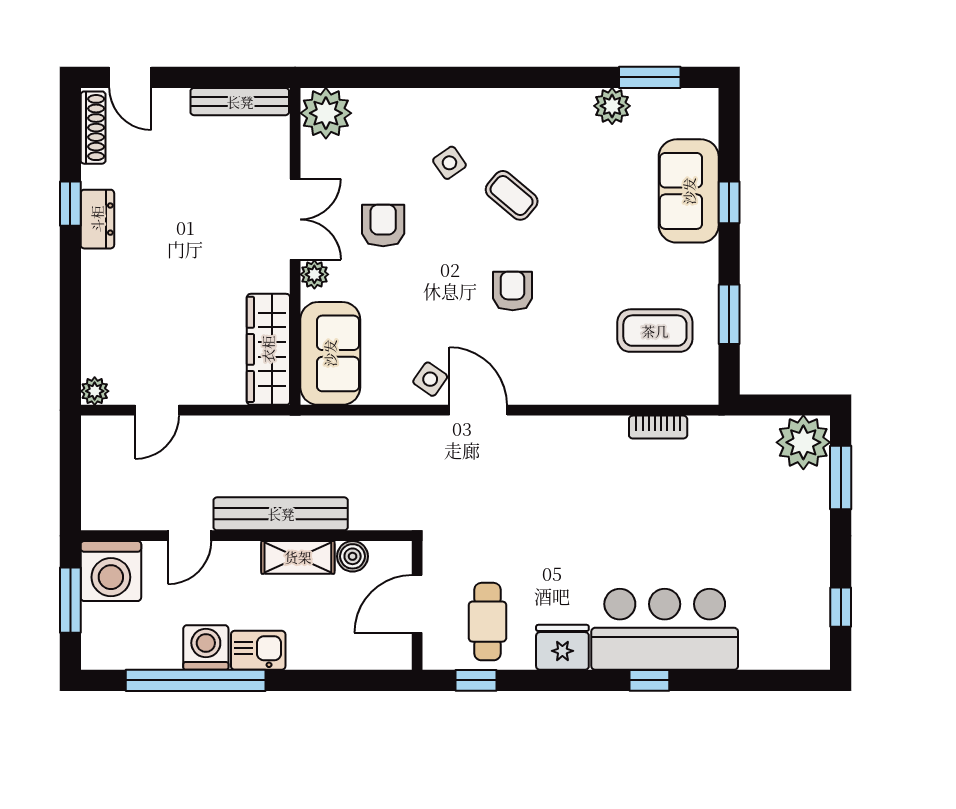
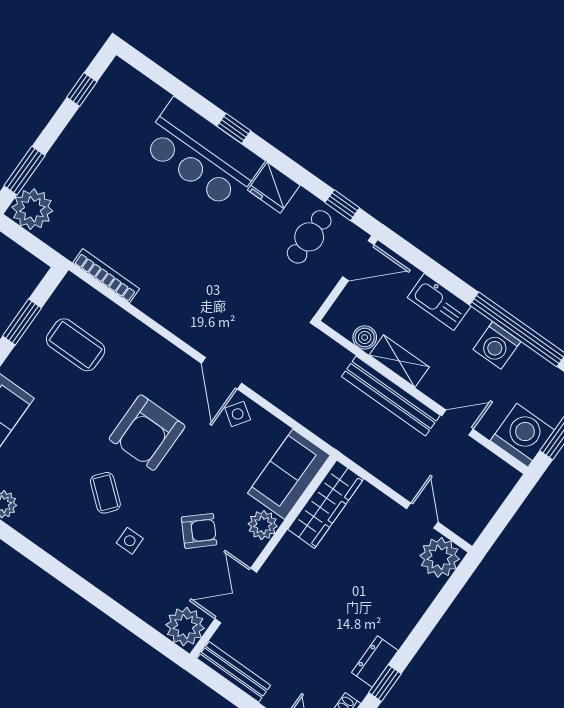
side table: (449, 163) -> (130, 541), turned 35
double door: (295, 219) -> (236, 596), moved
armchair: (383, 225) -> (199, 531), turned -132
plant: (314, 274) -> (263, 525), width x1.38, depth x1.38
armchair: (513, 291) -> (147, 433), width x1.88, depth x1.88
plant: (95, 391) -> (440, 557), width x1.87, depth x1.87
door: (157, 410) -> (422, 515), hinge flipped
bookcase: (658, 427) -> (106, 276), width x1.56
door: (417, 604) -> (358, 261), moved
kitchen sink: (258, 650) -> (439, 302), moved, width x1.38

